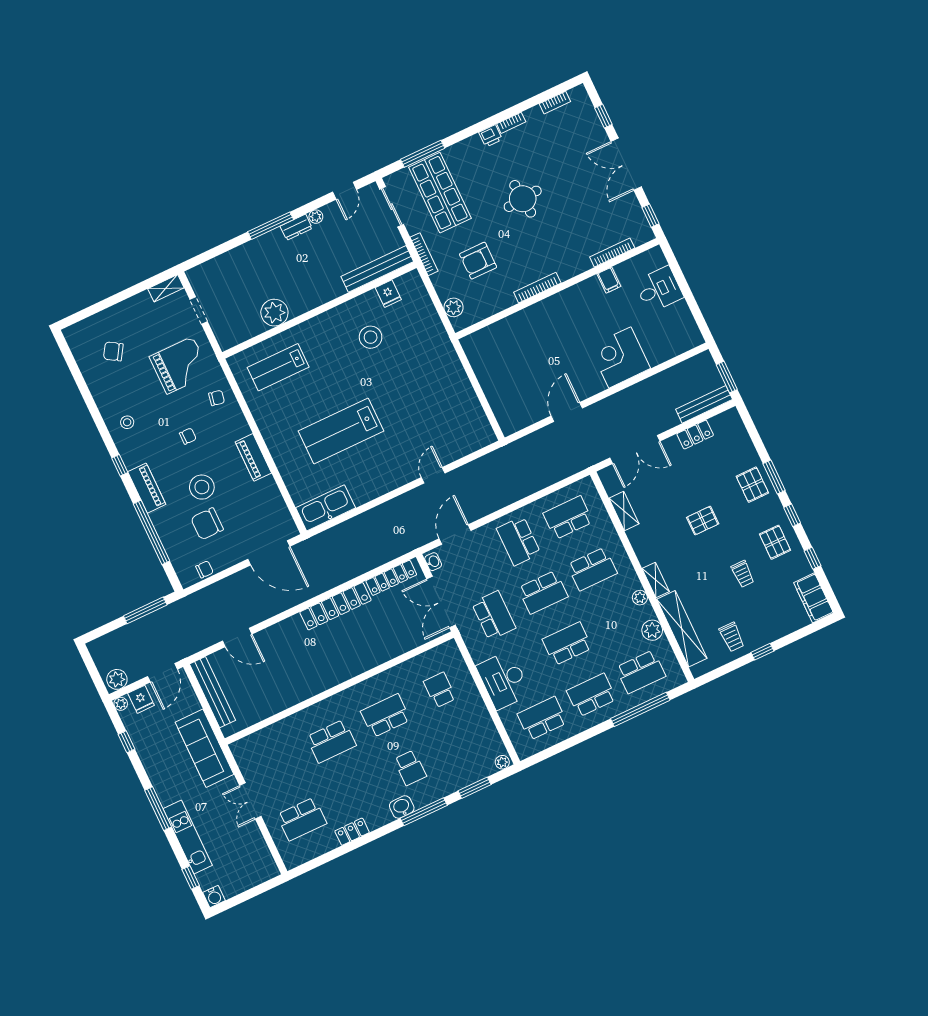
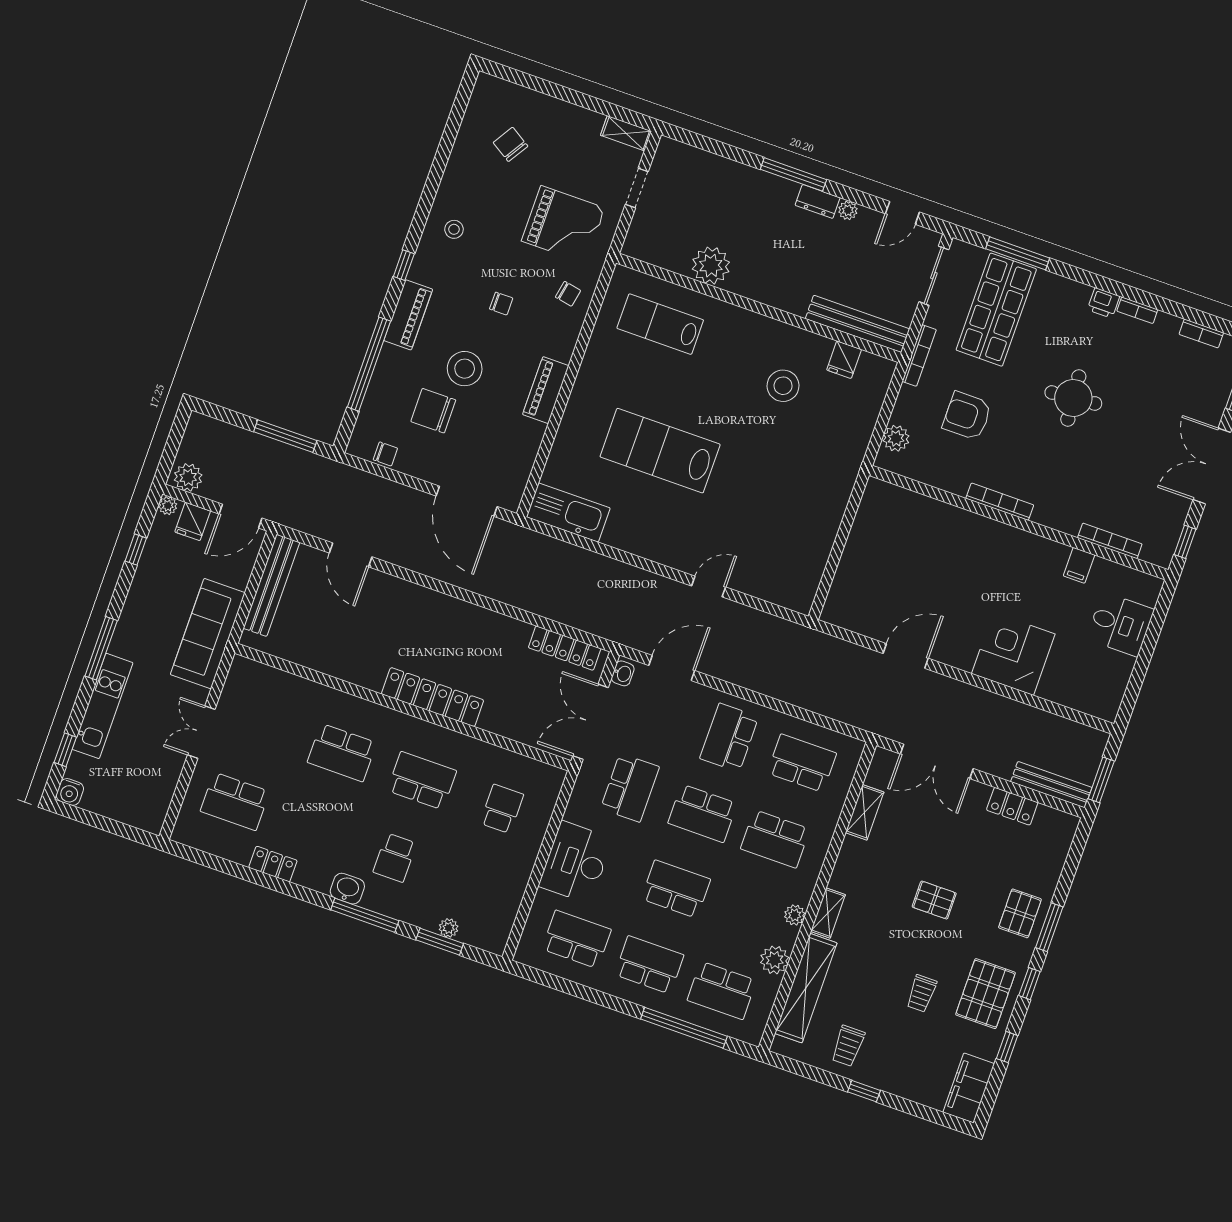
pallet: (775, 542) -> (985, 994), width x1.50, depth x1.42
locker: (335, 606) -> (433, 697), moved, turned 180
plant: (502, 762) -> (449, 928), moved

